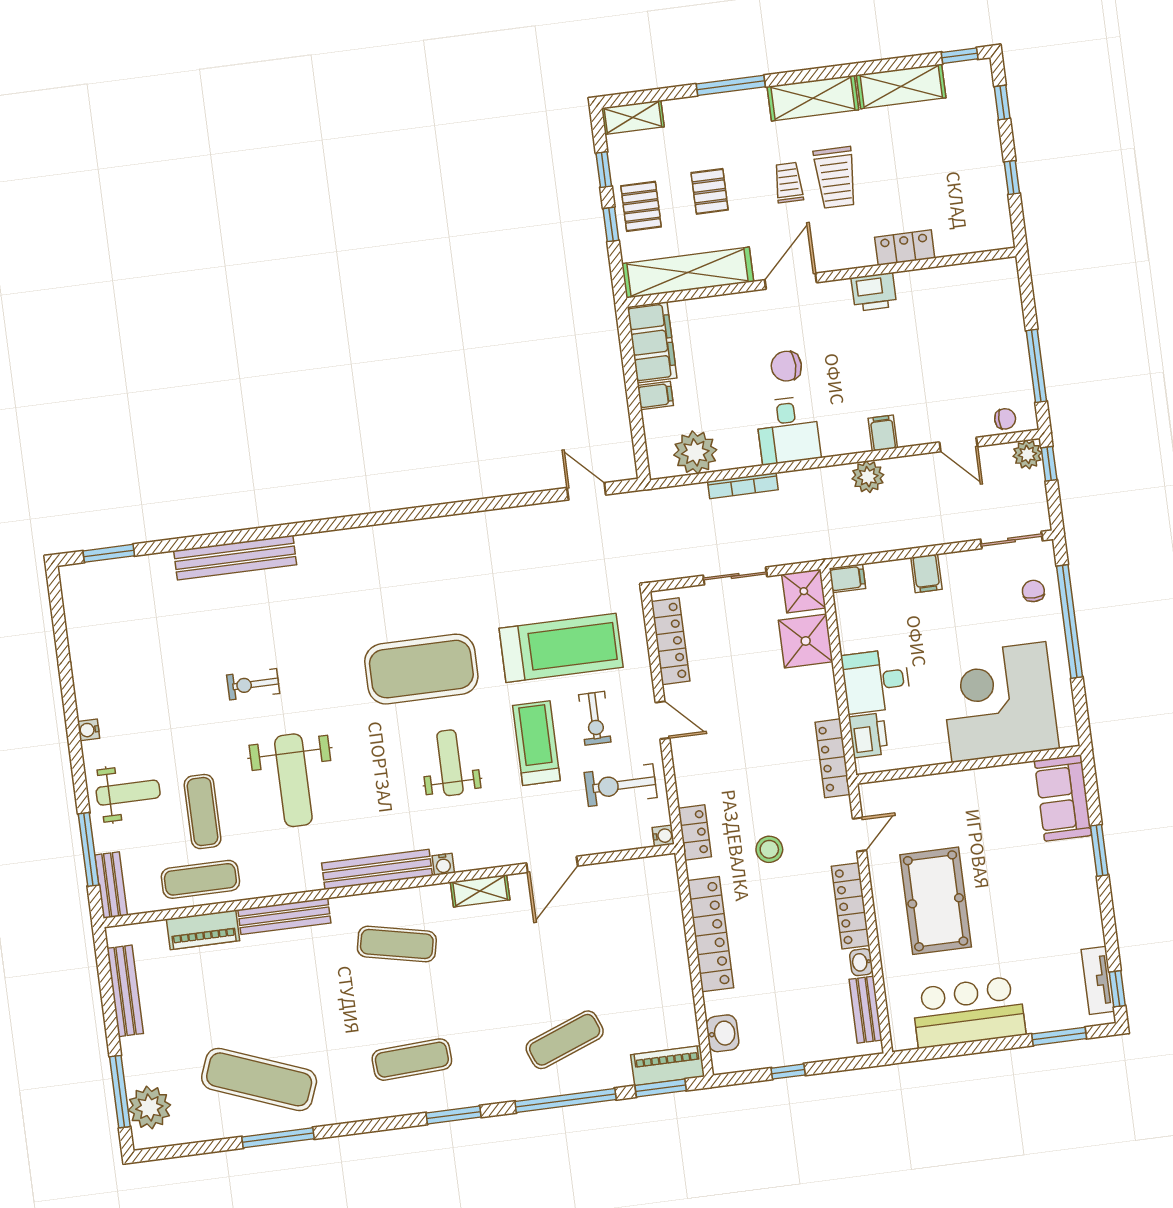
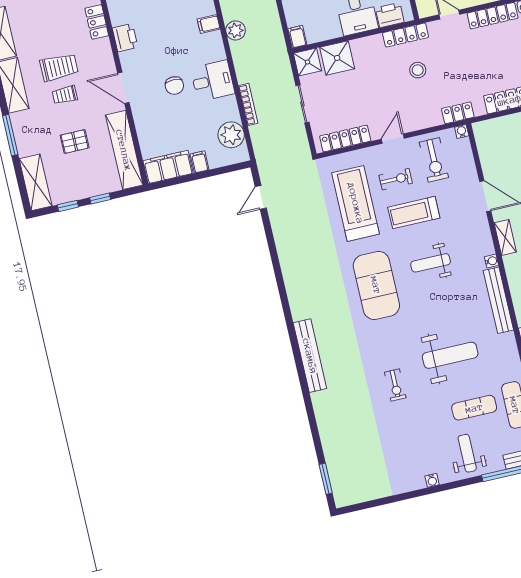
shelving: (633, 117) -> (36, 182), width x1.50, depth x1.33
pallet: (641, 206) -> (88, 182), removed
bench: (235, 558) -> (310, 356), moved
stool: (769, 849) -> (418, 70), moved

